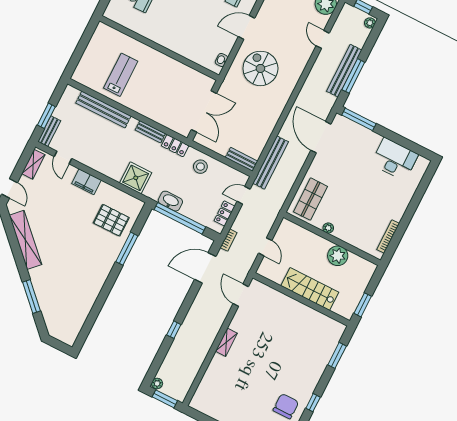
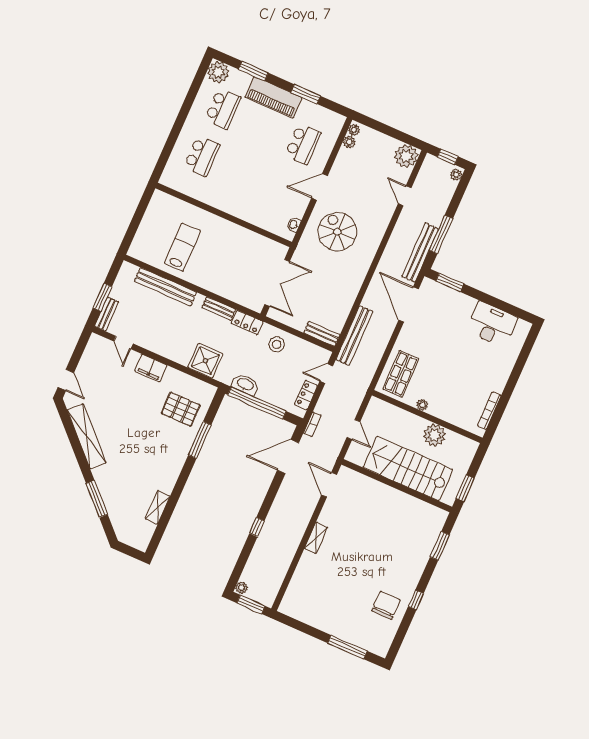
bench: (344, 71) -> (420, 253), moved
window: (359, 119) -> (450, 282), width x0.69
shelving: (33, 164) -> (158, 507), moved
stairs: (310, 289) -> (408, 468), width x1.36, depth x1.51

